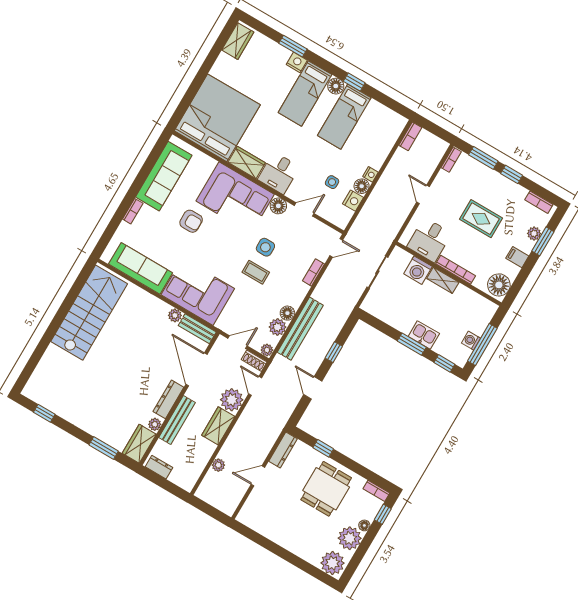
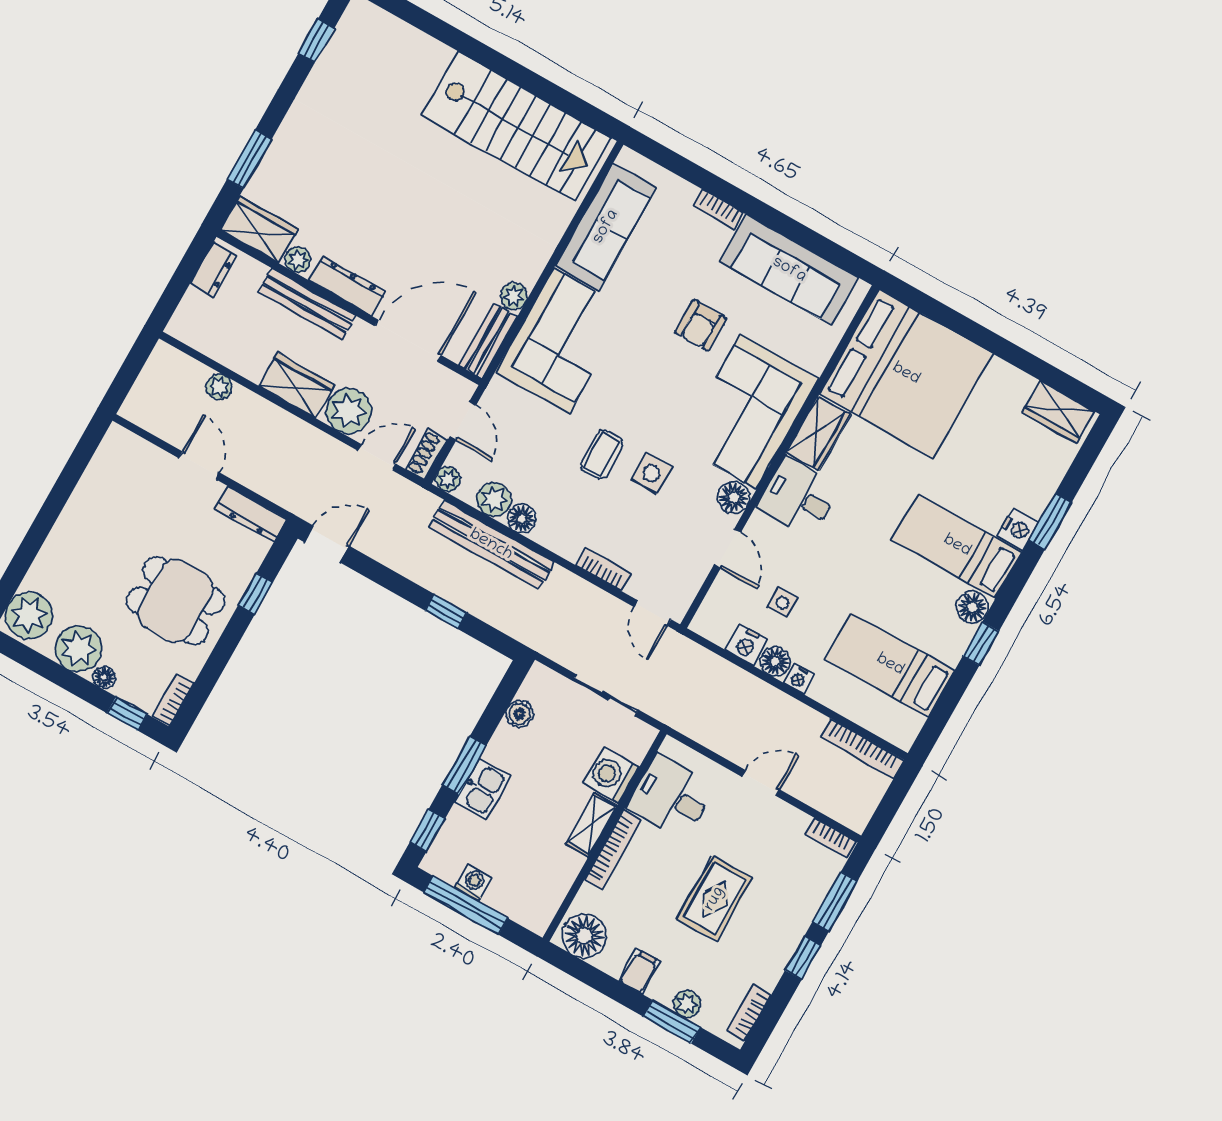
bed: (344, 117) -> (890, 665), moved
bookcase: (410, 136) -> (862, 749), width x1.56
boiler: (386, 316) -> (519, 714), added
door: (313, 388) -> (327, 544), moved

